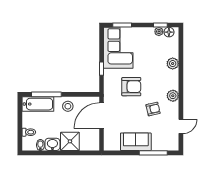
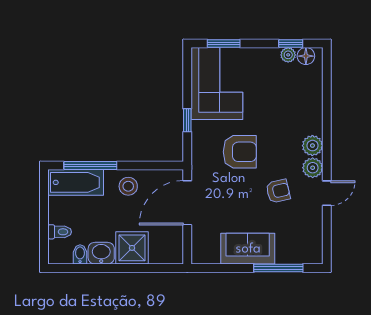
plant: (173, 64) -> (312, 146), moved
door: (181, 126) -> (327, 193), moved

